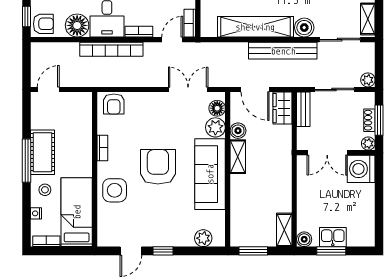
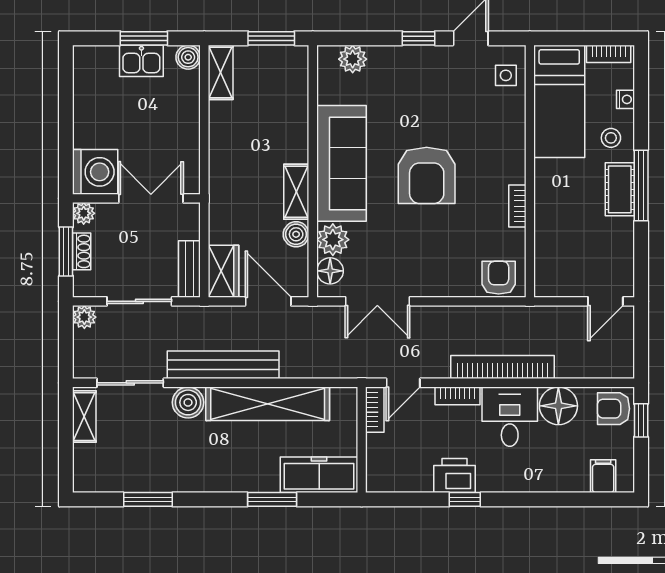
cot: (42, 152) -> (620, 189), width x0.73, depth x0.75
side table: (115, 190) -> (506, 75), moved, width x0.54, depth x0.54

